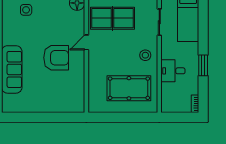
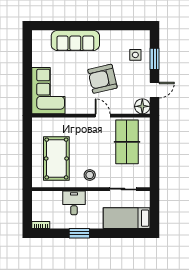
armchair: (56, 58) -> (102, 79), moved, turned 77
corner sofa: (62, 96) -> (48, 91), added

